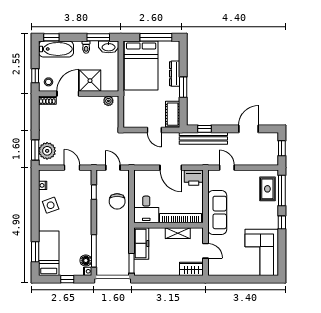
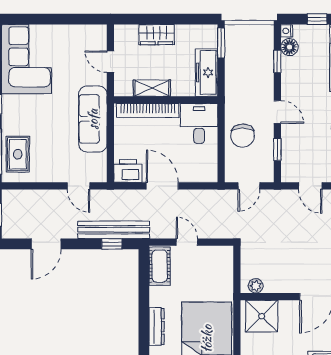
shower: (90, 81) -> (262, 316), moved
window: (183, 87) -> (144, 307), removed
door: (113, 168) -> (249, 186), hinge flipped
chair: (117, 201) -> (243, 136), turned 180
door: (94, 217) -> (277, 112), added
window: (94, 251) -> (277, 61), width x0.46
wardrobe: (191, 269) -> (157, 35), moved

